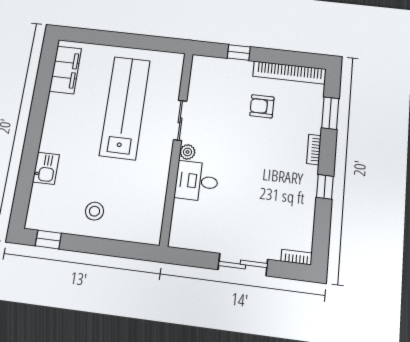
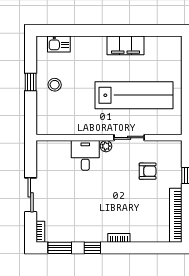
filing cabinet: (65, 70) -> (126, 45), moved
armchair: (262, 106) -> (148, 171), moved, turned 90
window: (330, 113) -> (60, 248), moved
kitchen sink: (46, 168) -> (59, 44), moved
window: (48, 239) -> (31, 82), moved

